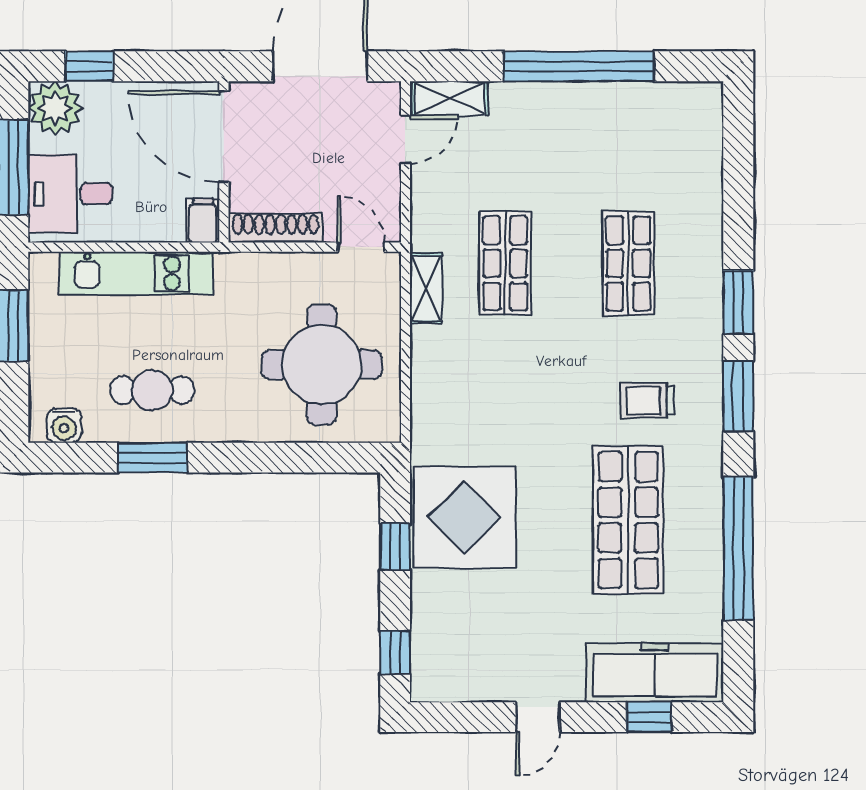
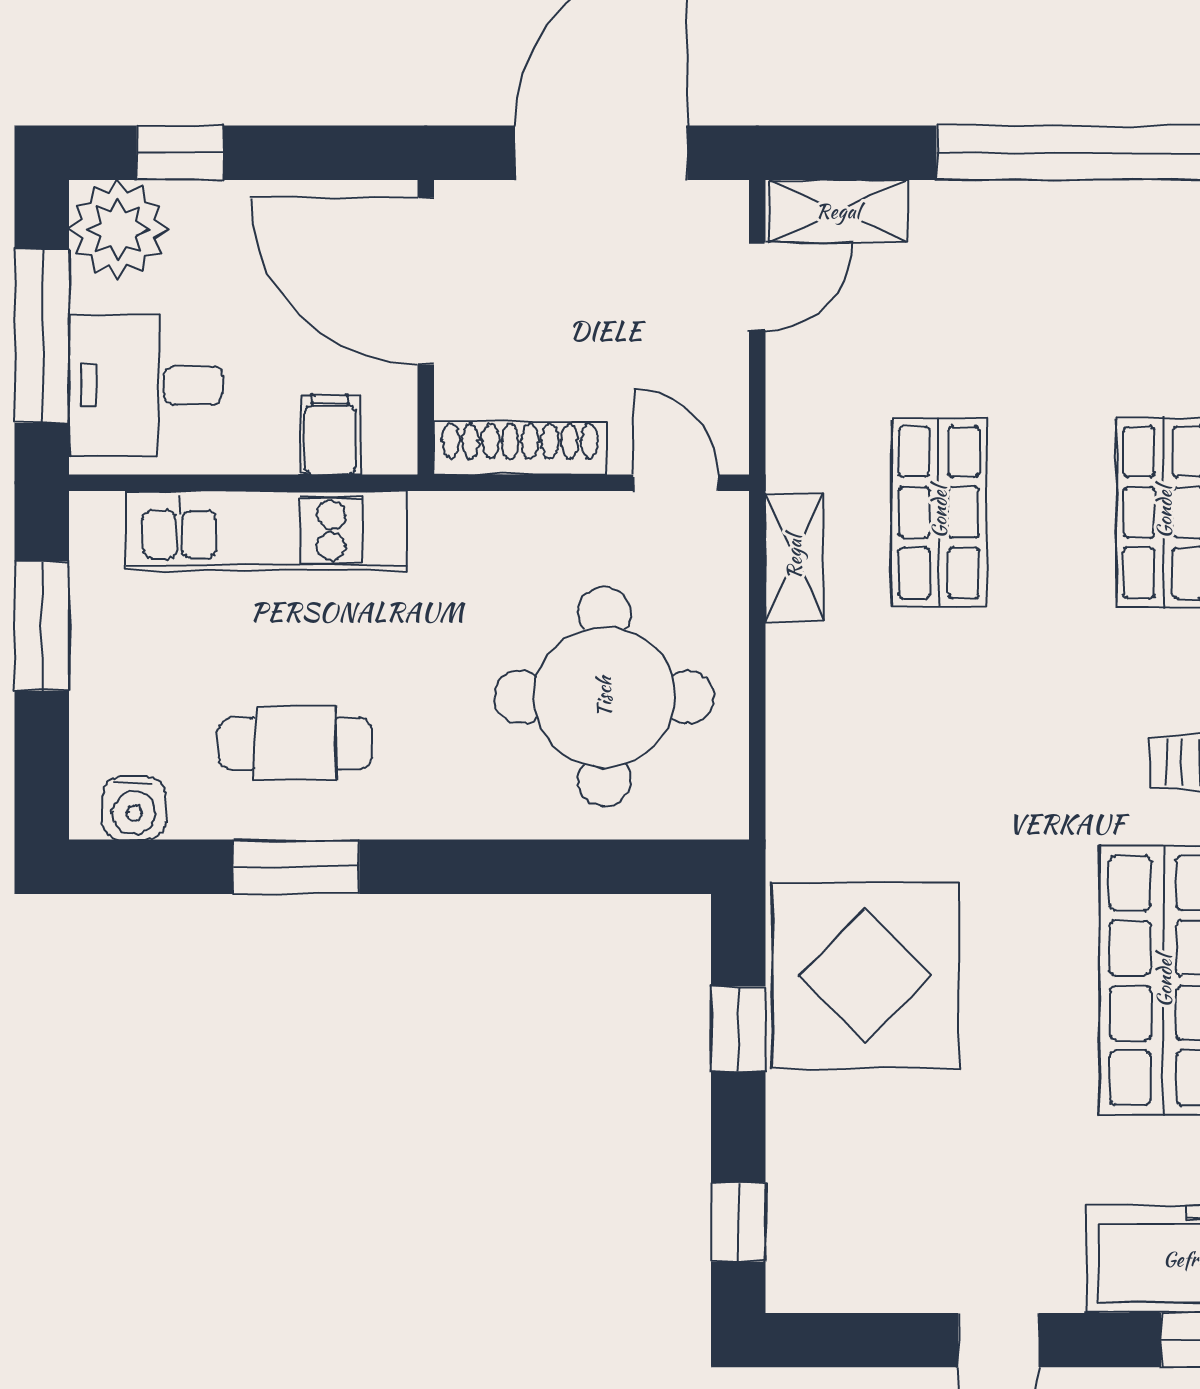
filing cabinet: (203, 221) -> (330, 434), moved

